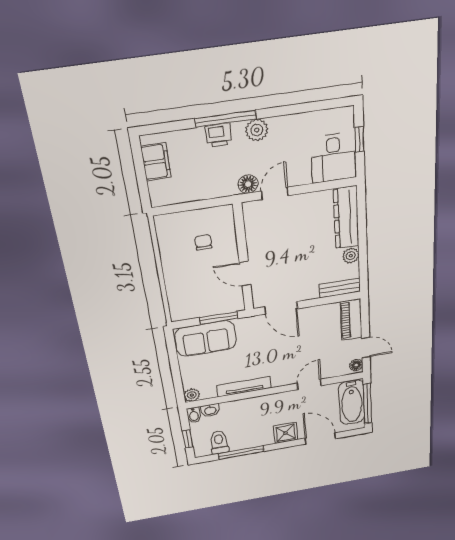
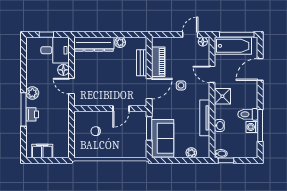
floor lamp: (248, 184) -> (63, 70), moved
bench: (340, 288) -> (142, 63), moved
piano: (351, 320) -> (158, 62), moved, turned -90
side table: (290, 349) -> (181, 85), added
plant: (192, 395) -> (191, 153), moved
washbasin: (210, 410) -> (219, 125), moved
shower: (286, 433) -> (222, 96), moved
window: (188, 439) -> (226, 160), moved
toilet: (219, 442) -> (248, 114), moved
washing machine: (238, 444) -> (252, 127), added

